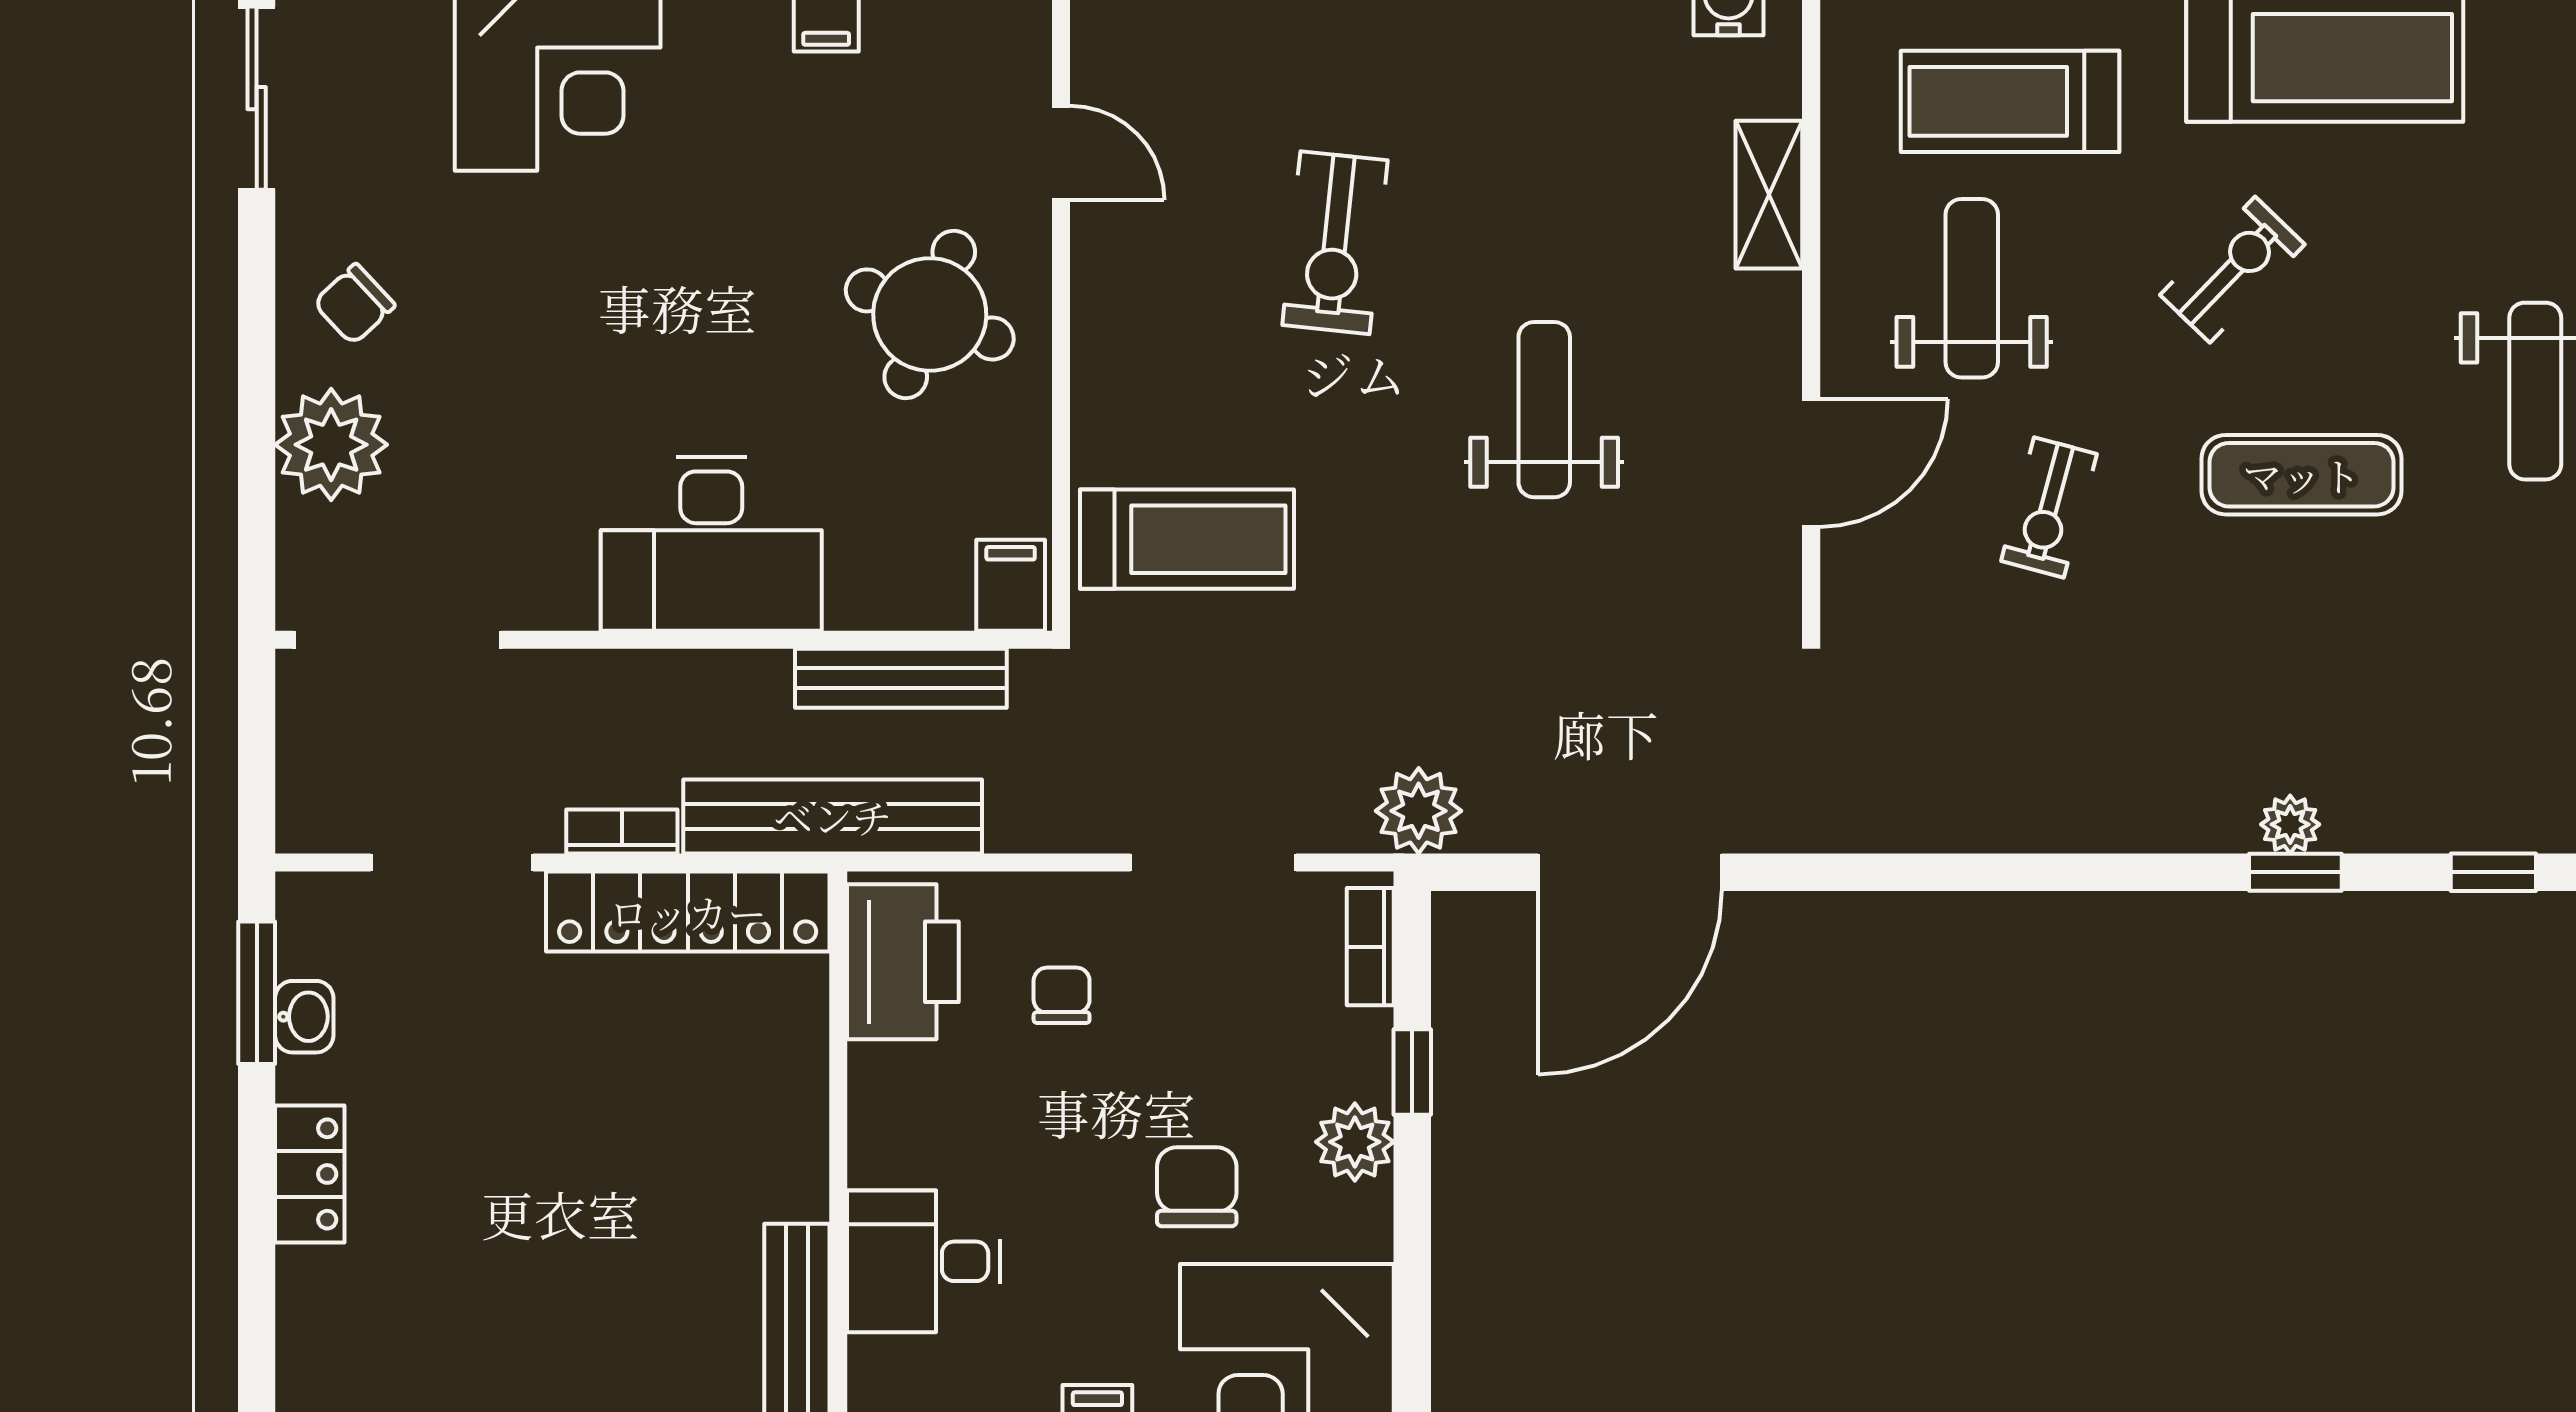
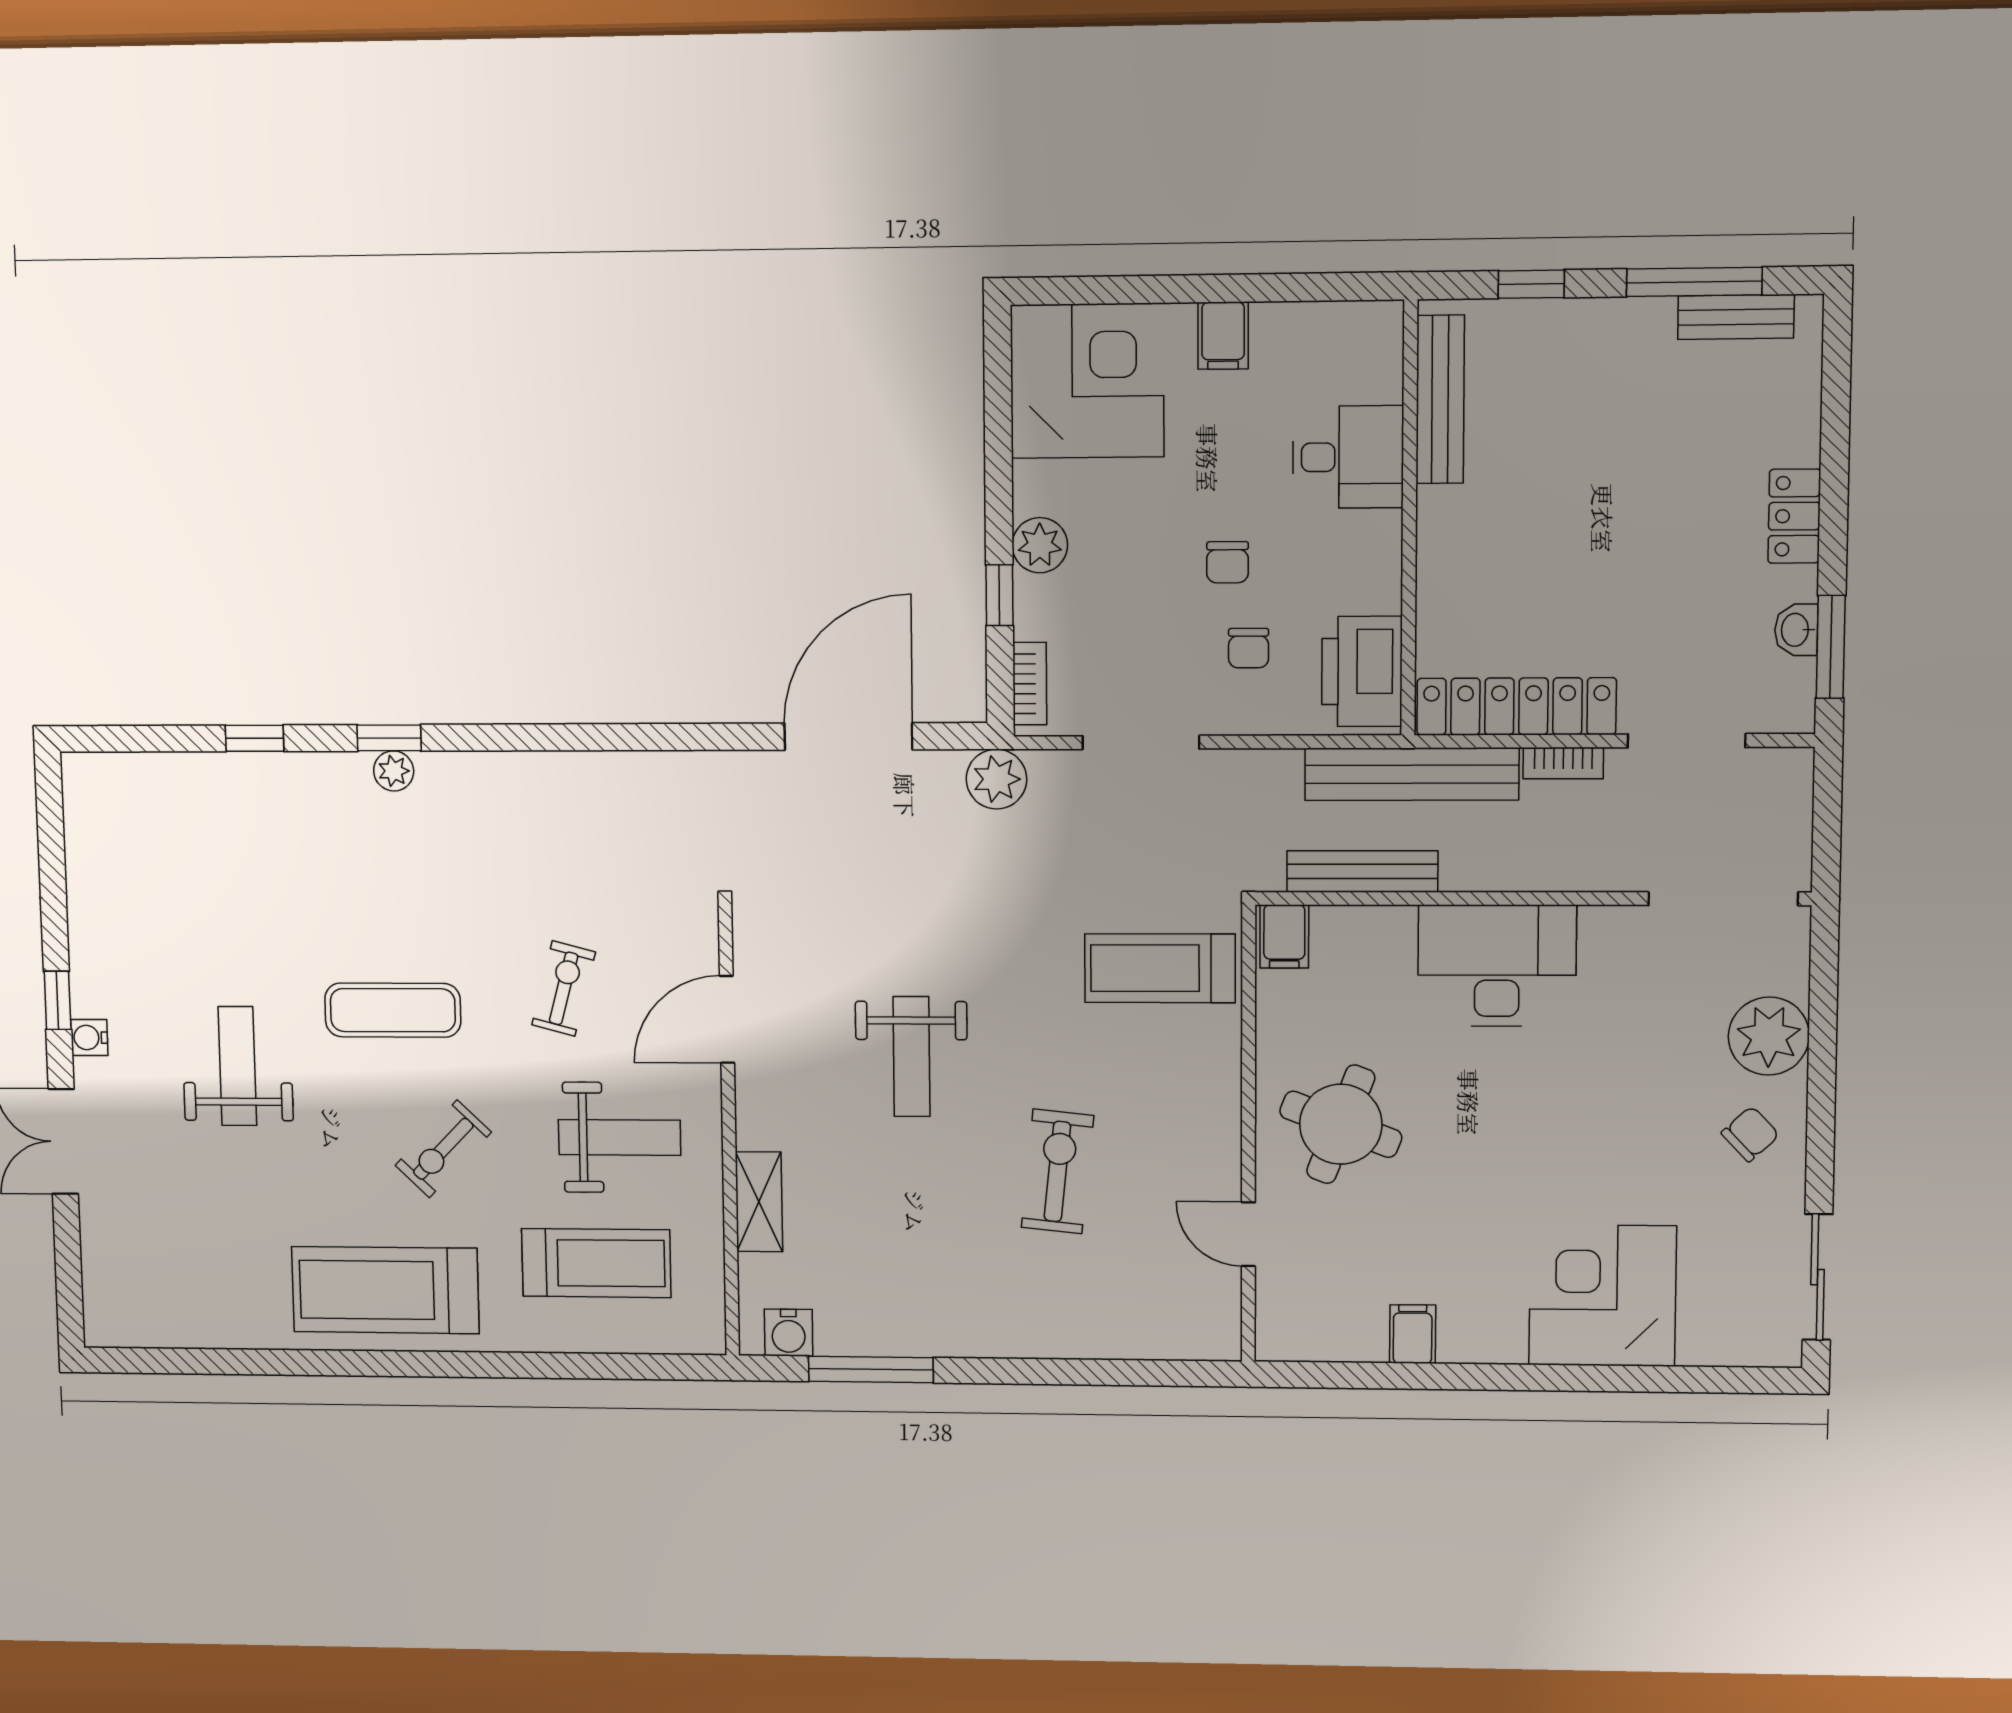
weight bench: (1972, 288) -> (620, 1137), turned -90
chair: (1197, 1187) -> (1227, 562), moved, width x0.73, depth x0.73

